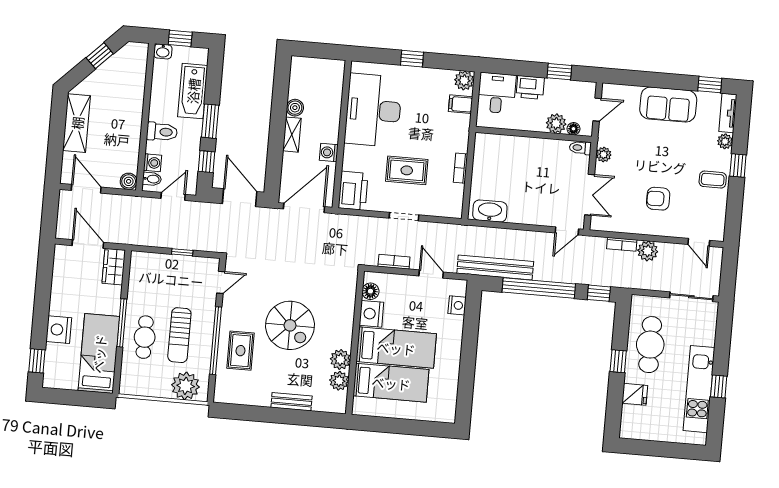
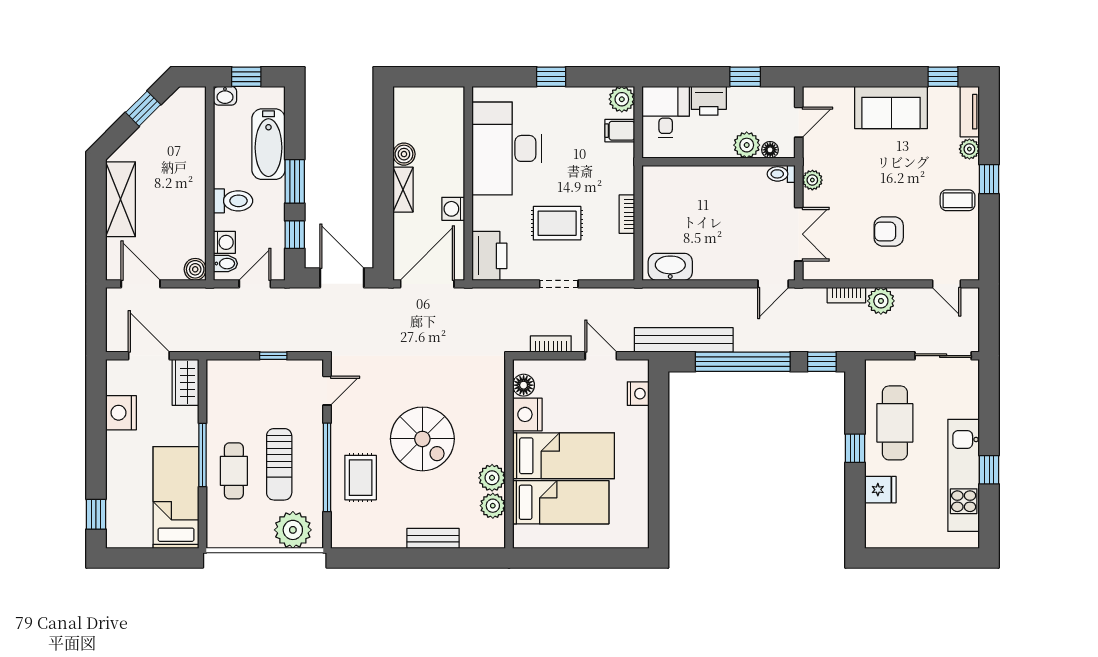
nightstand: (59, 330) -> (121, 413), moved

